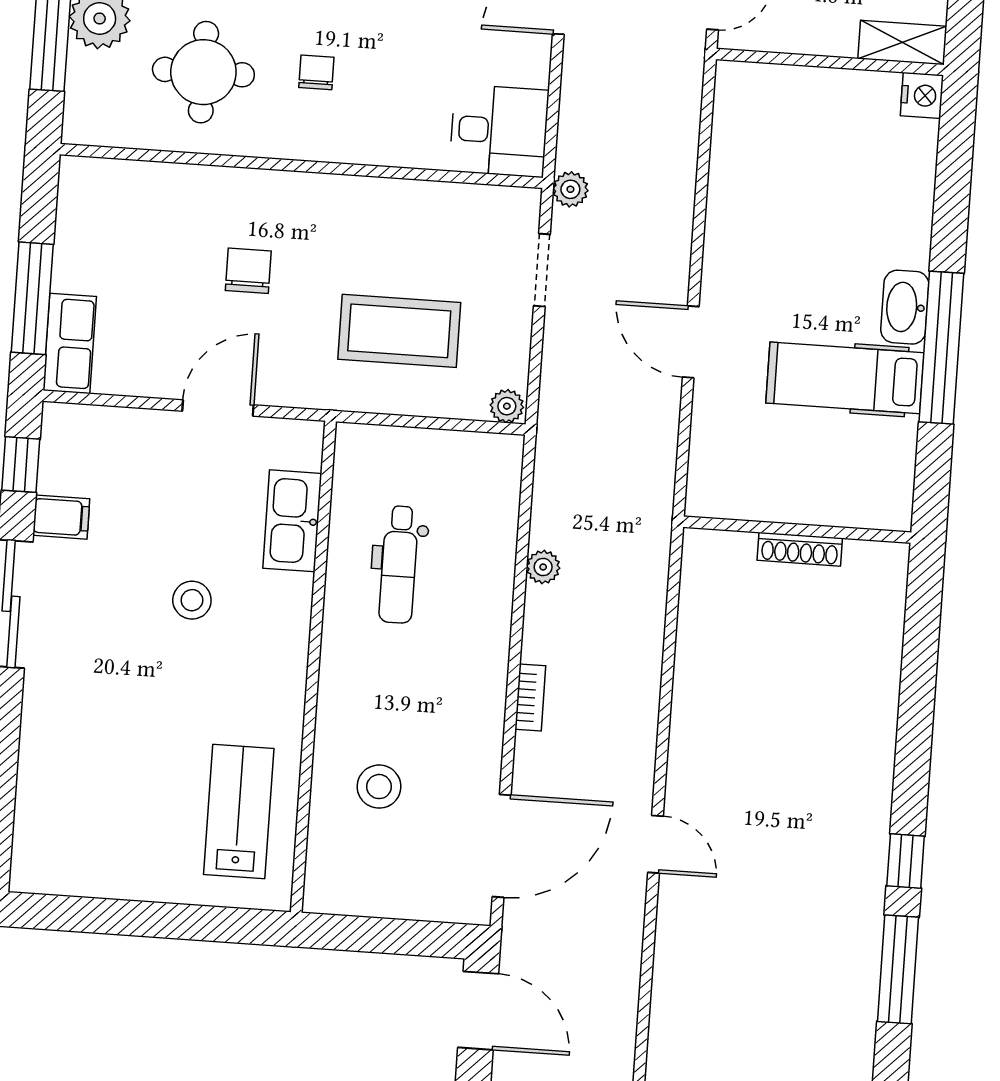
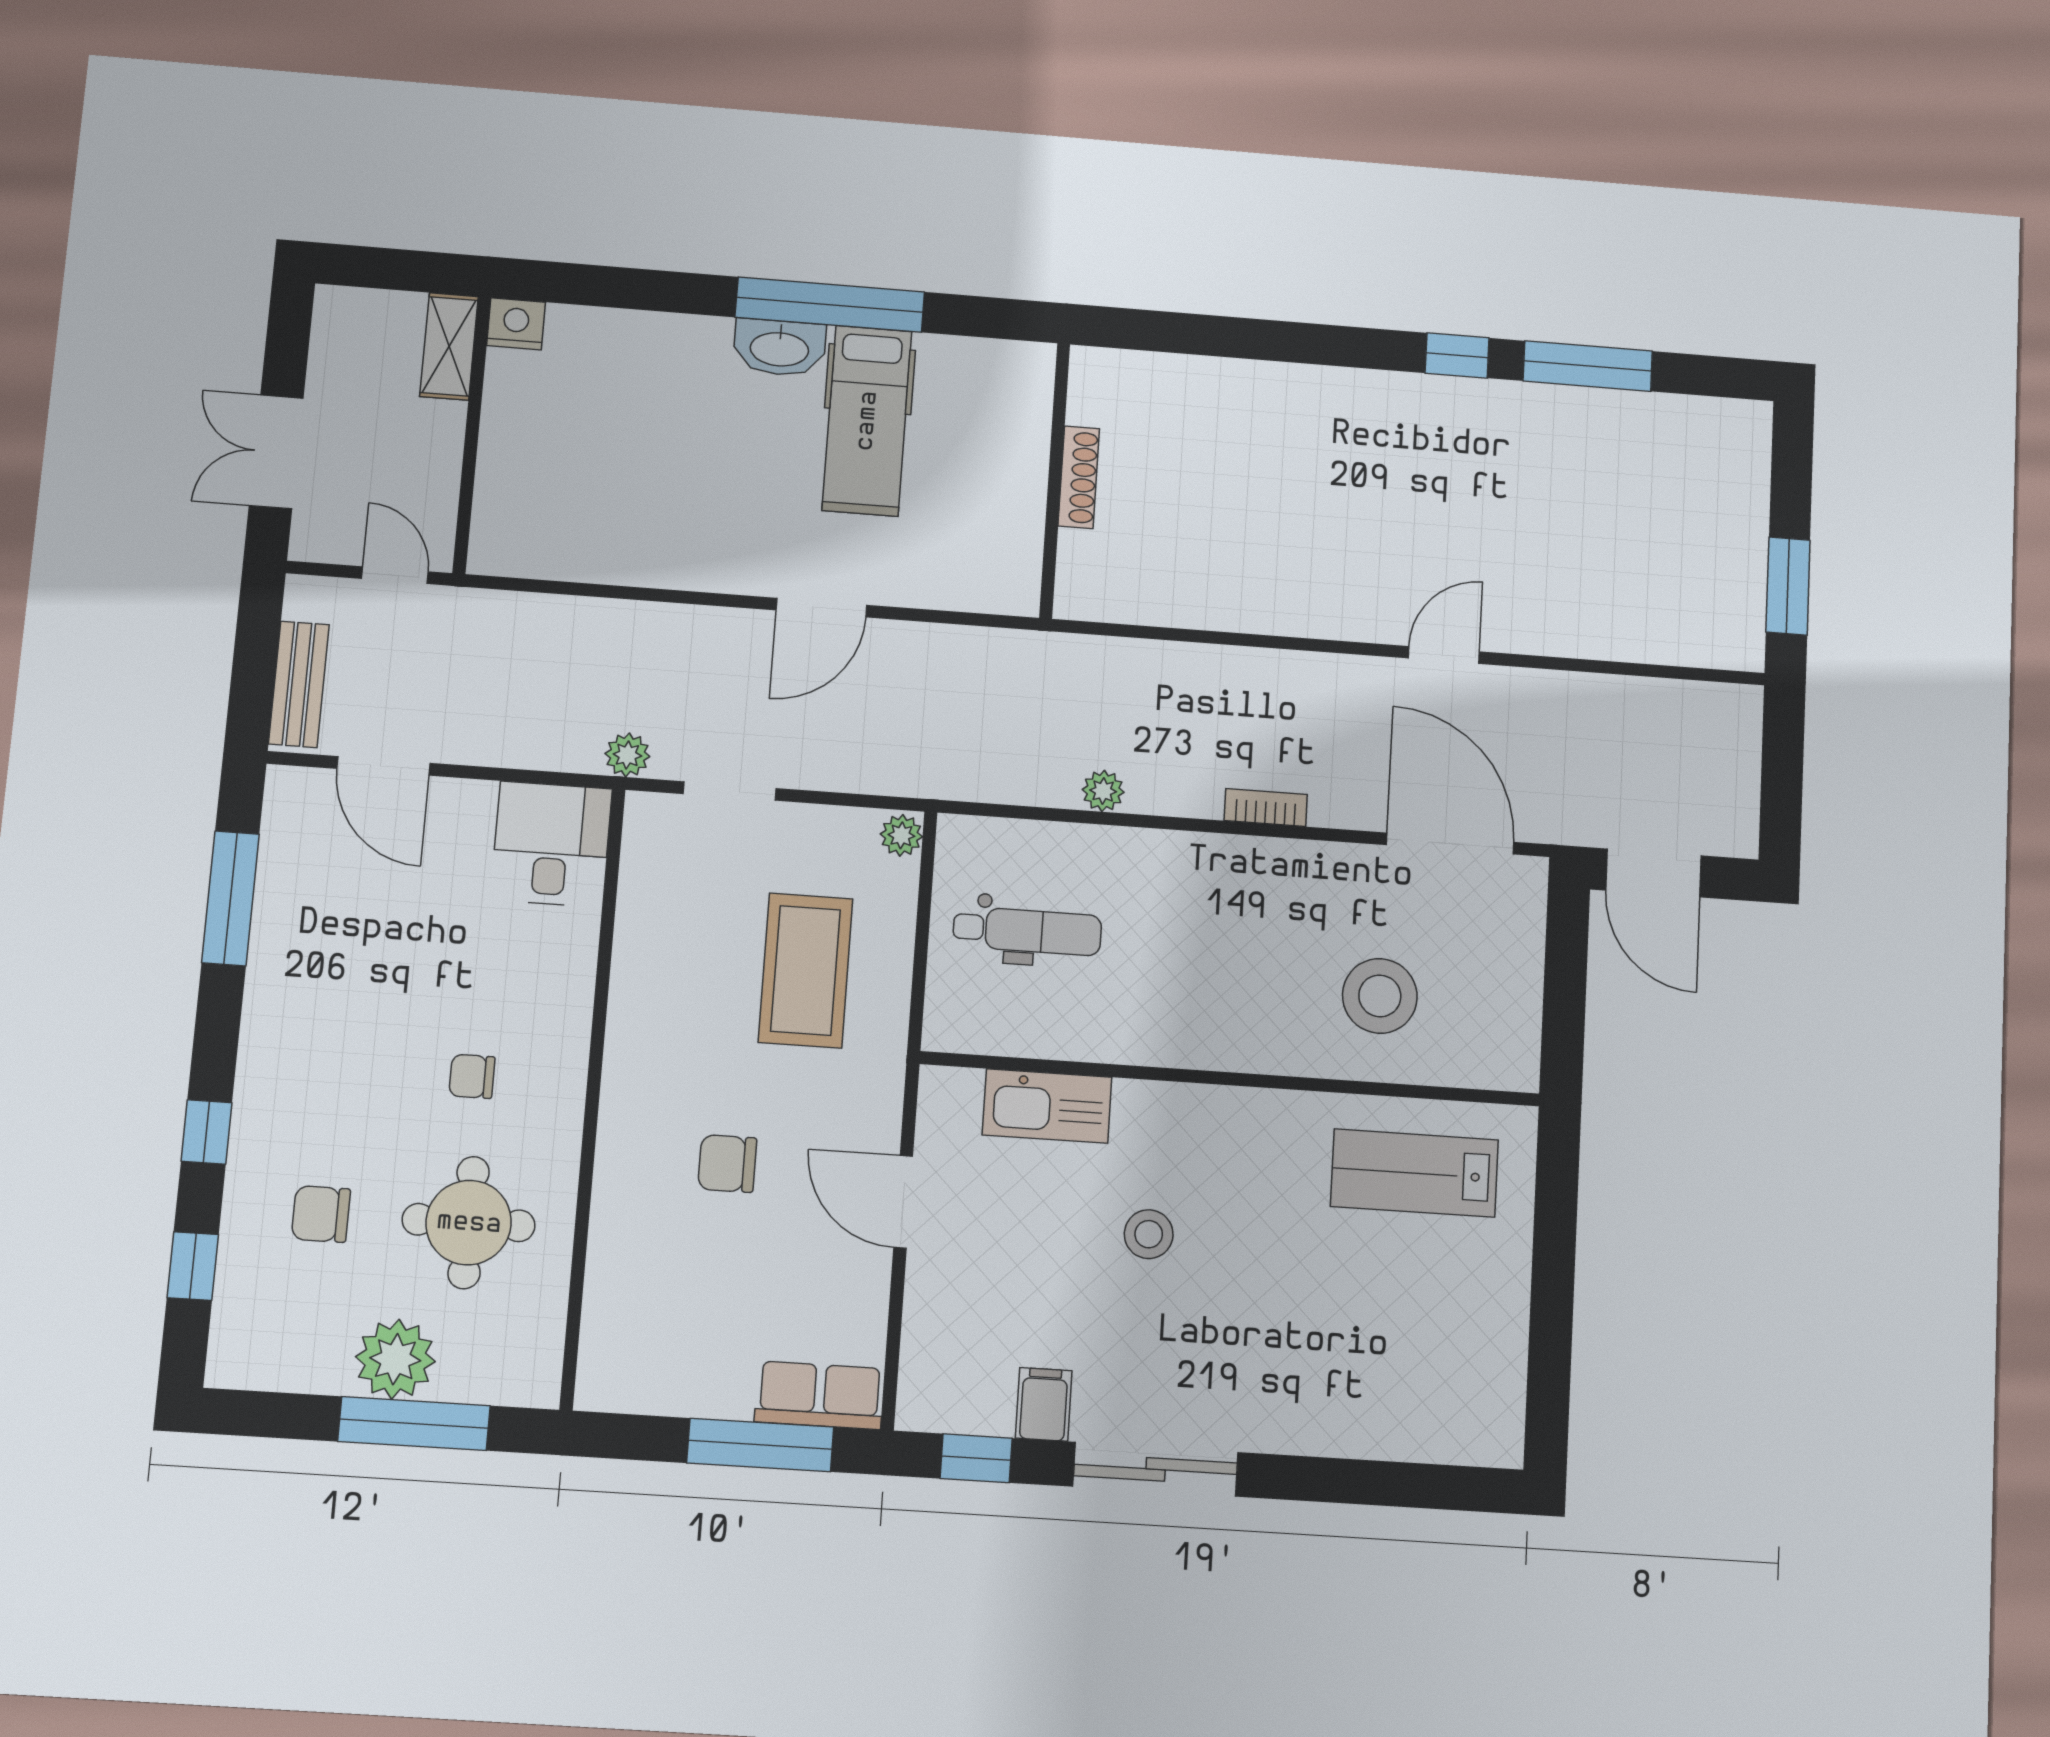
dental chair: (399, 565) -> (1027, 931), moved
stool: (379, 787) -> (1380, 996), width x1.38, depth x1.38
door: (478, 1011) -> (1653, 873), swing flipped

